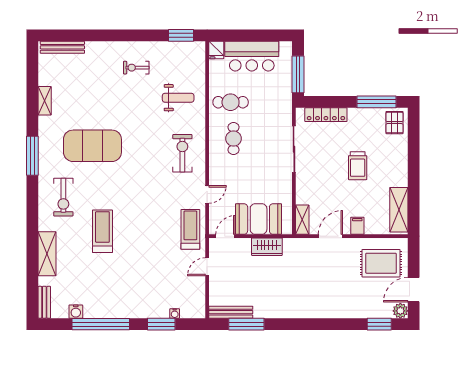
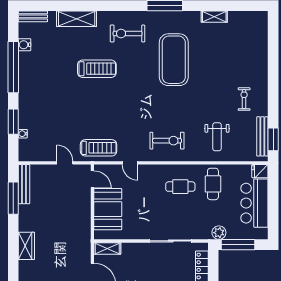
bench: (62, 47) -> (262, 136), moved
plant: (285, 96) -> (219, 233), added
wardrobe: (267, 247) -> (26, 246), moved, turned 180

